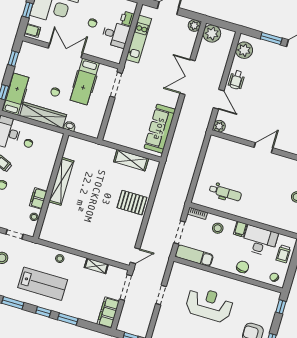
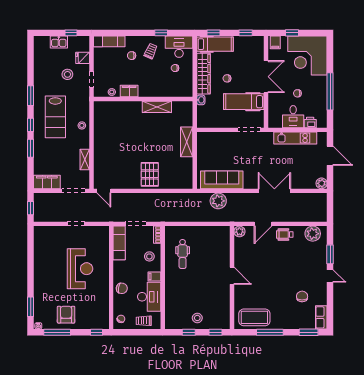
plant: (212, 34) -> (218, 201), moved
shelving: (131, 160) -> (187, 142), moved
shelving: (61, 181) -> (157, 107), width x0.68

